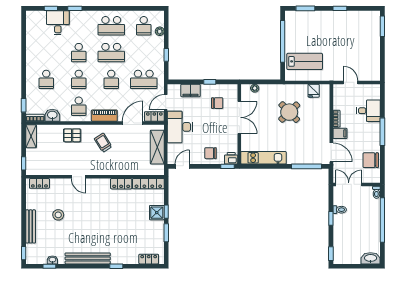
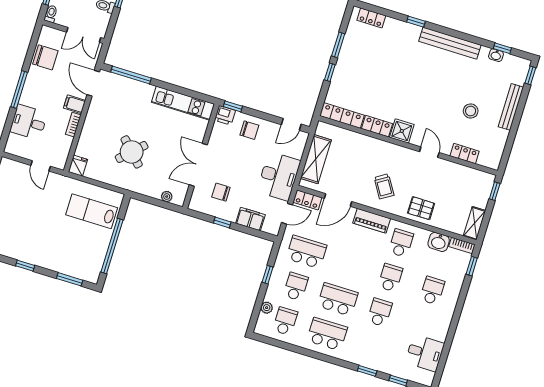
desk: (58, 23) -> (425, 353), moved, turned -90
school desk: (111, 79) -> (296, 287), moved
fridge: (314, 91) -> (78, 166), moved
locker: (39, 183) -> (465, 154), moved
shower: (157, 213) -> (402, 131), moved

